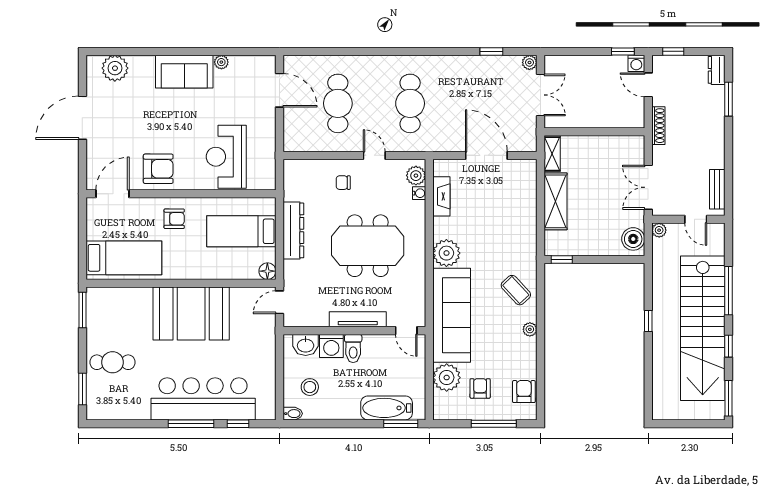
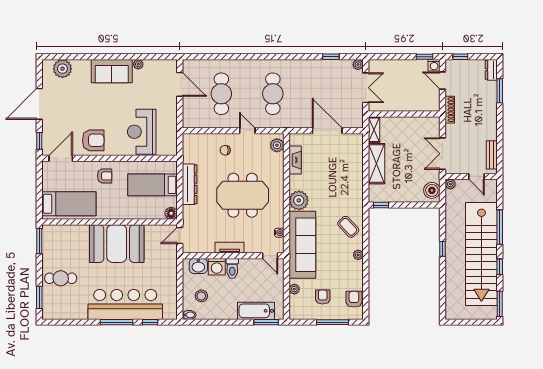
window: (82, 169) -> (39, 141), added
water cooler: (419, 193) -> (279, 233), moved
tv unit: (358, 319) -> (230, 248), width x0.71
plant: (447, 378) -> (294, 289), width x0.53, depth x0.53

